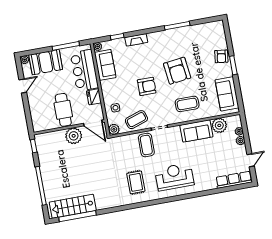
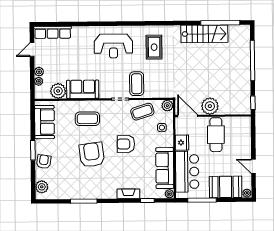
plant: (219, 32) -> (42, 187), added
sofa: (105, 65) -> (165, 168), width x1.36
door: (23, 86) -> (253, 166), hinge flipped
stairs: (73, 206) -> (204, 34), moved

